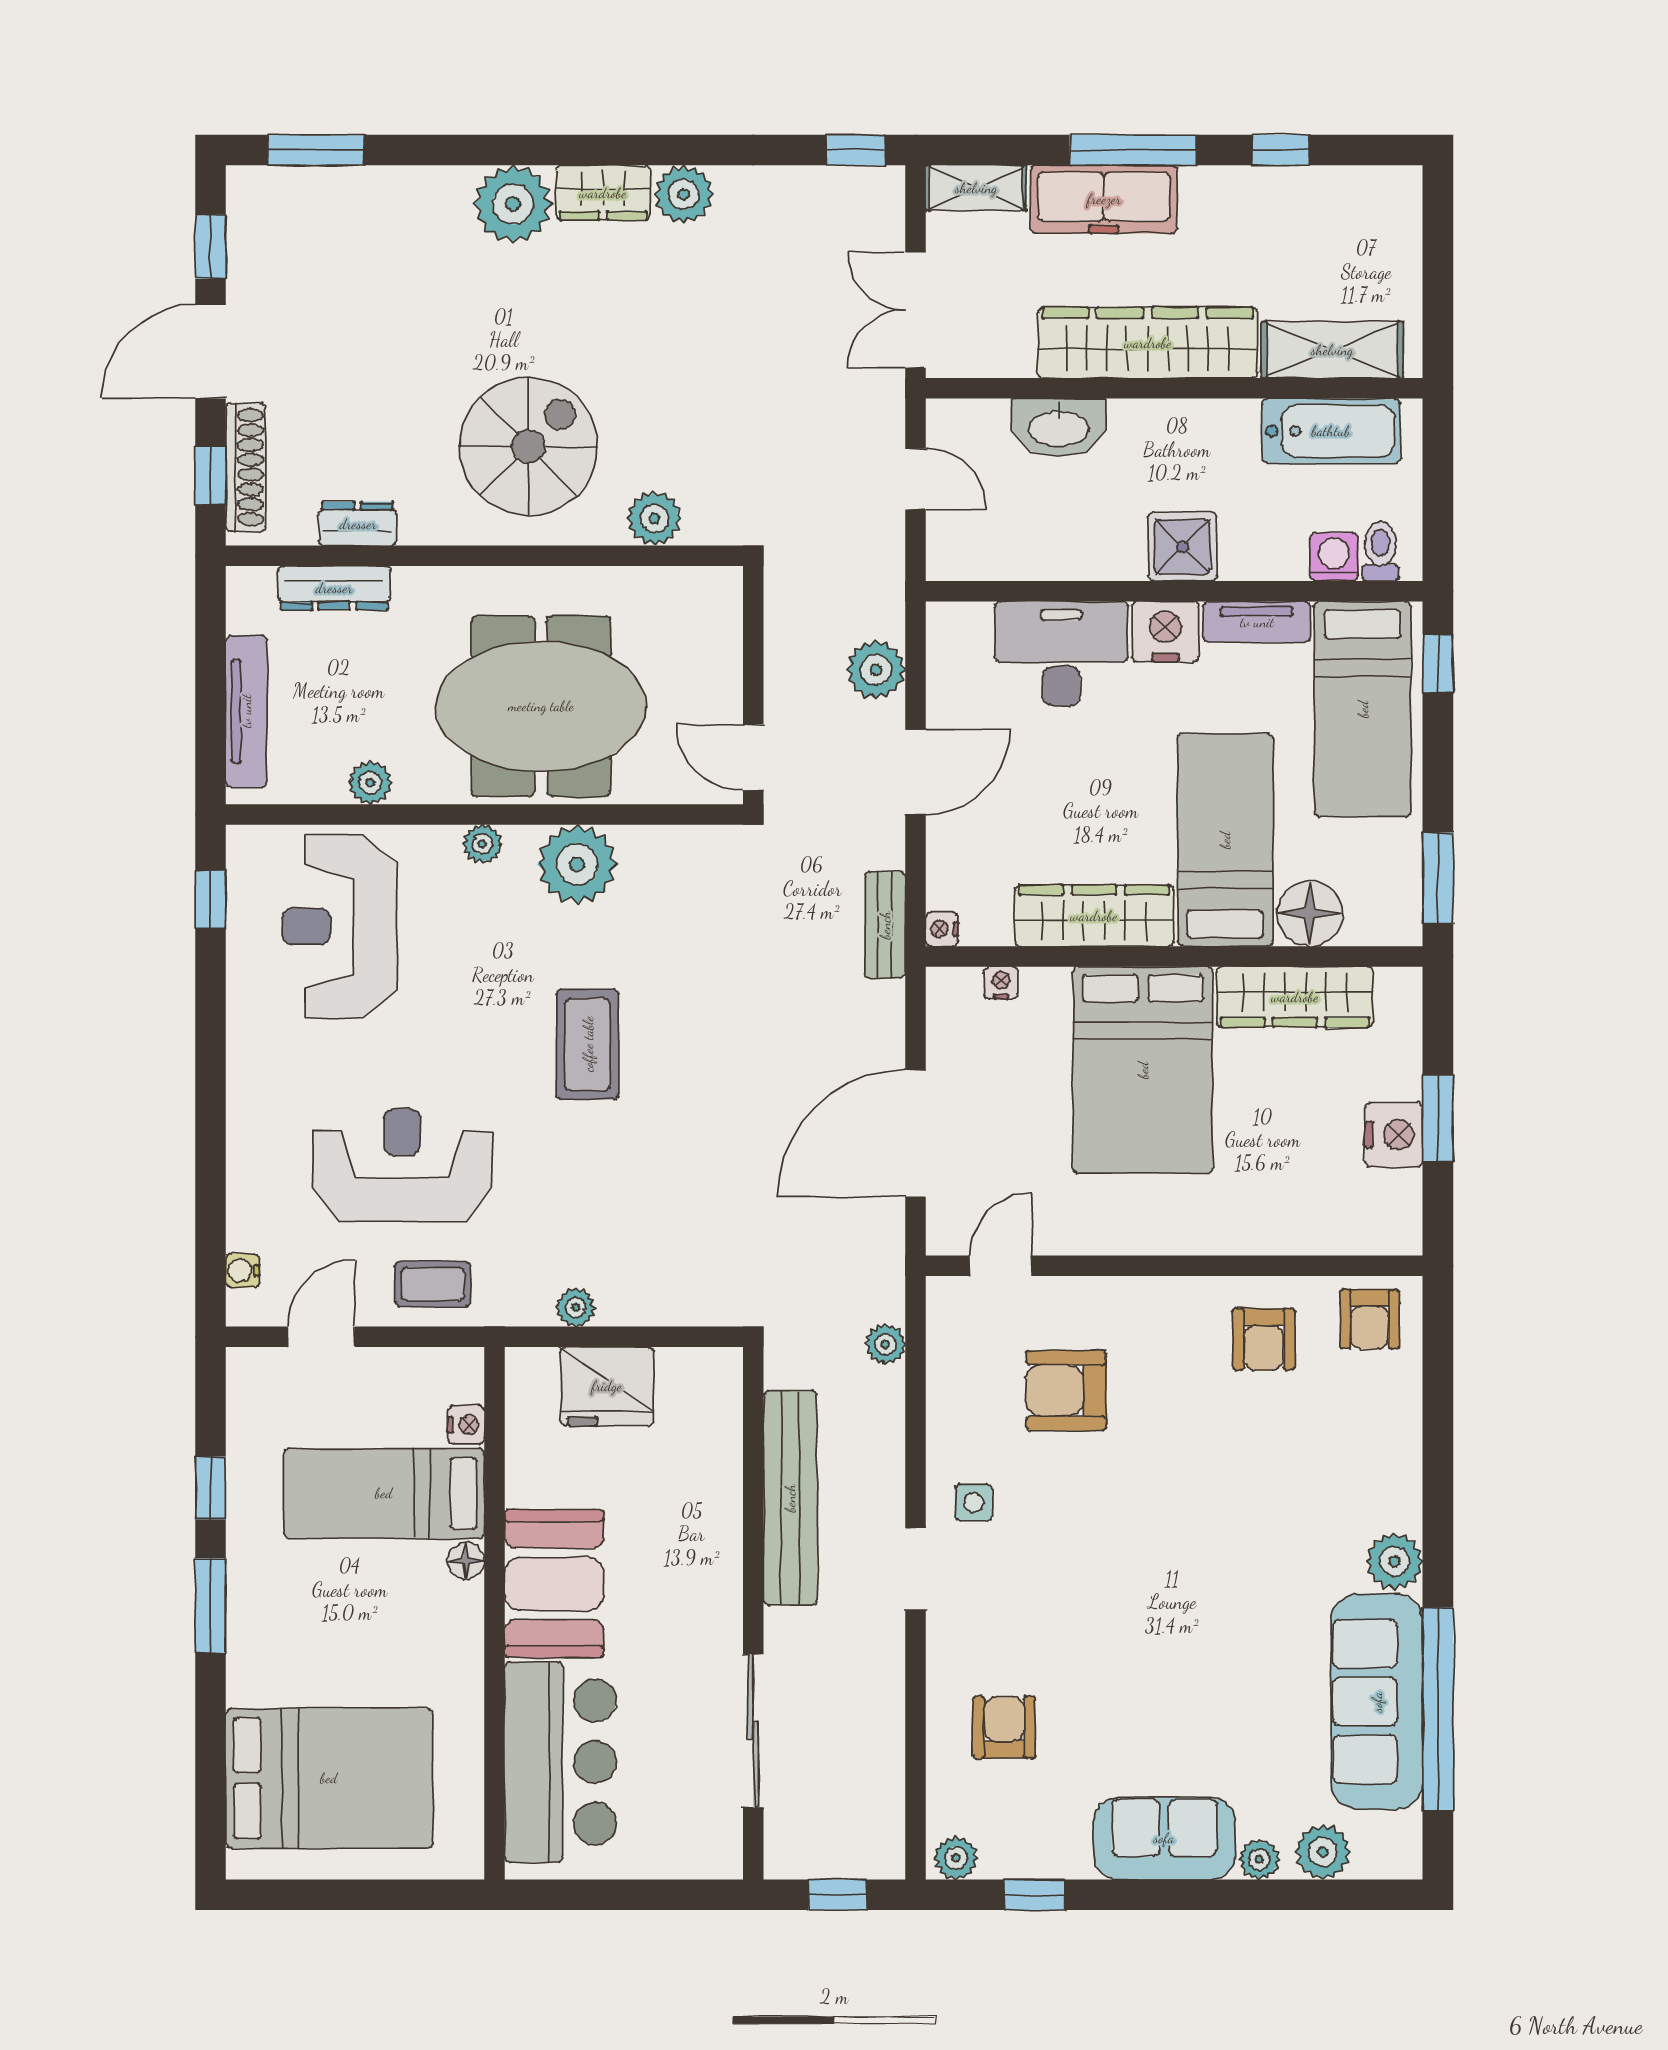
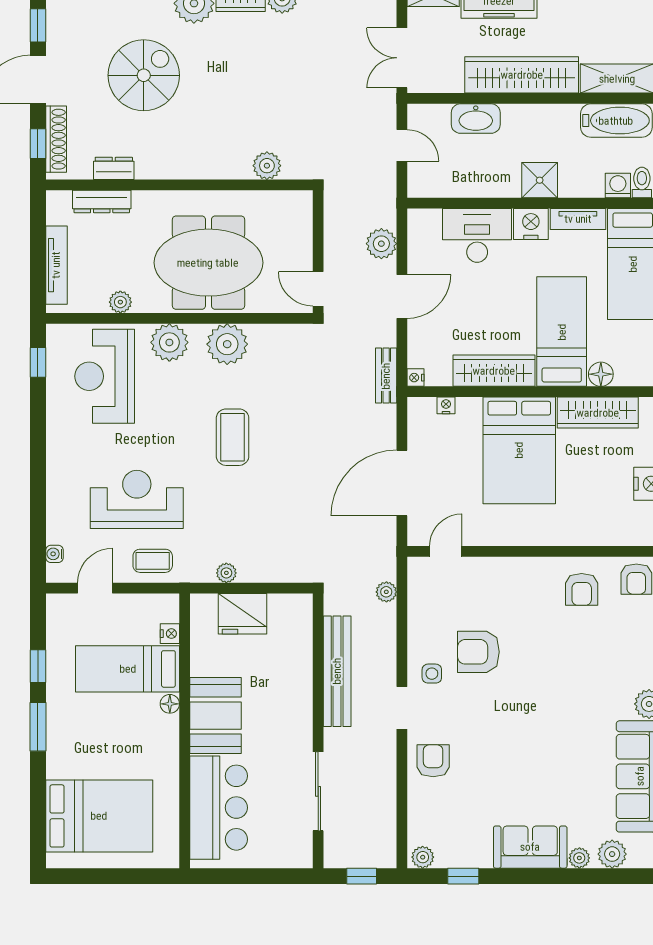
spiral stairs: (529, 446) -> (144, 75), moved
plant: (482, 844) -> (169, 342), width x1.88, depth x1.88
floor lamp: (1310, 914) -> (601, 374), width x0.73, depth x0.73
armchair: (1066, 1390) -> (478, 652), moved
armchair: (1004, 1727) -> (433, 761), moved

